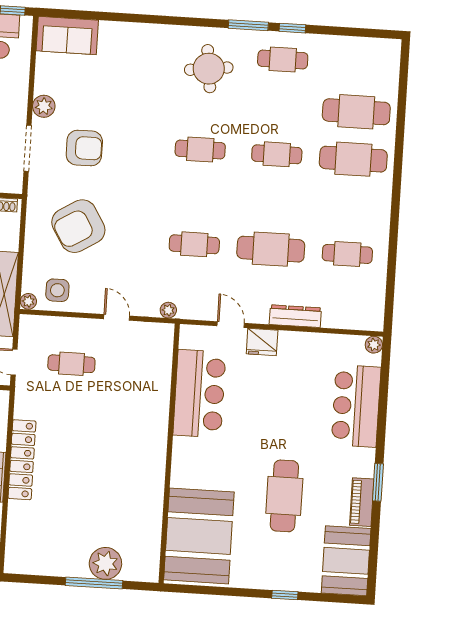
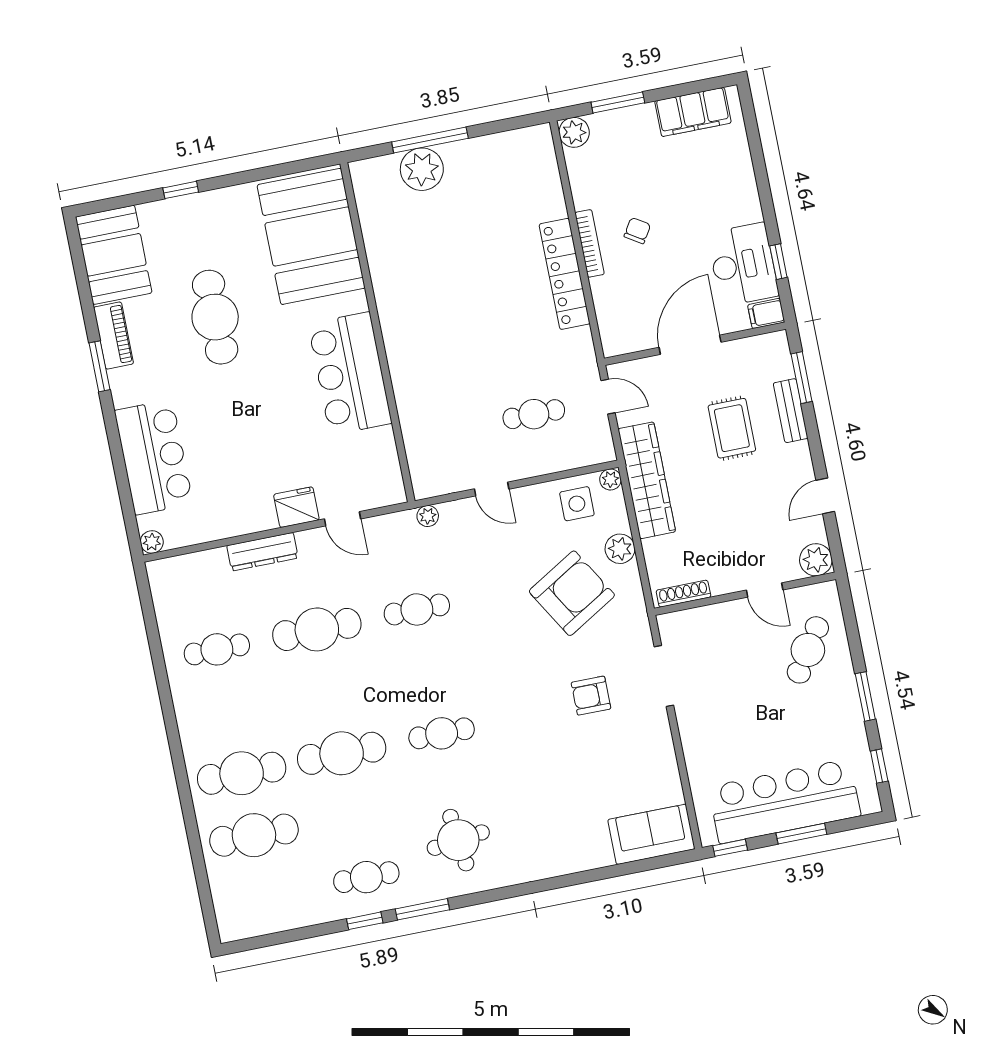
plant: (44, 106) -> (620, 549), moved
armchair: (84, 148) -> (591, 696), width x0.72, depth x0.72
cafe table: (277, 154) -> (342, 753), width x1.37, depth x1.35
bar counter: (199, 394) -> (350, 374), moved

